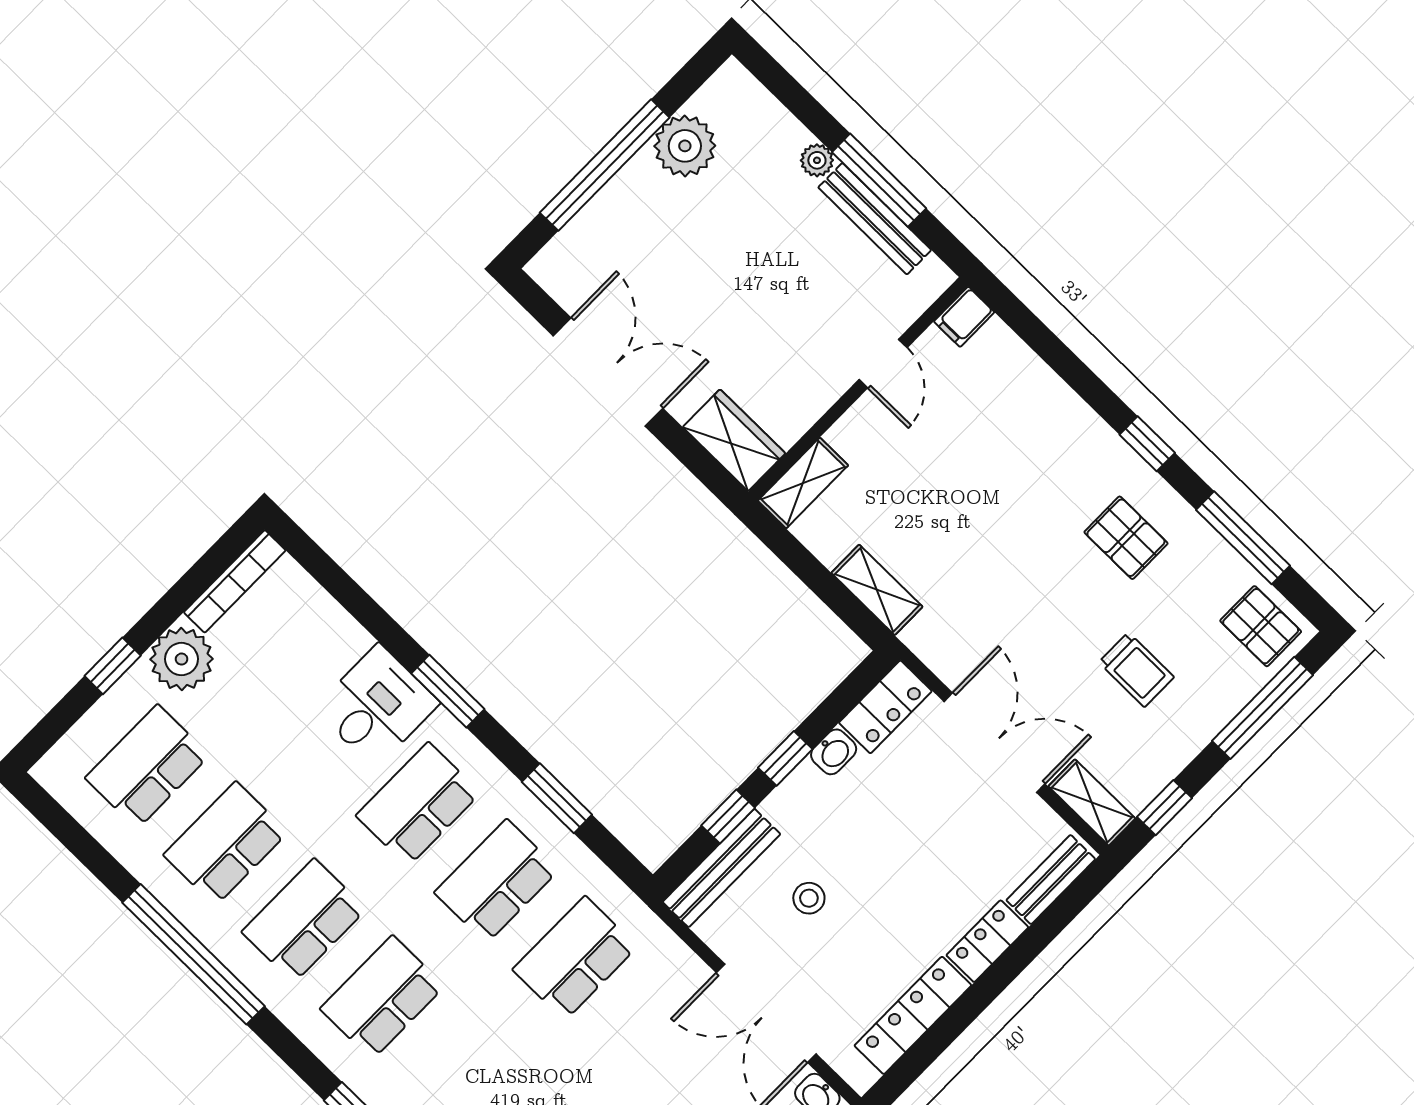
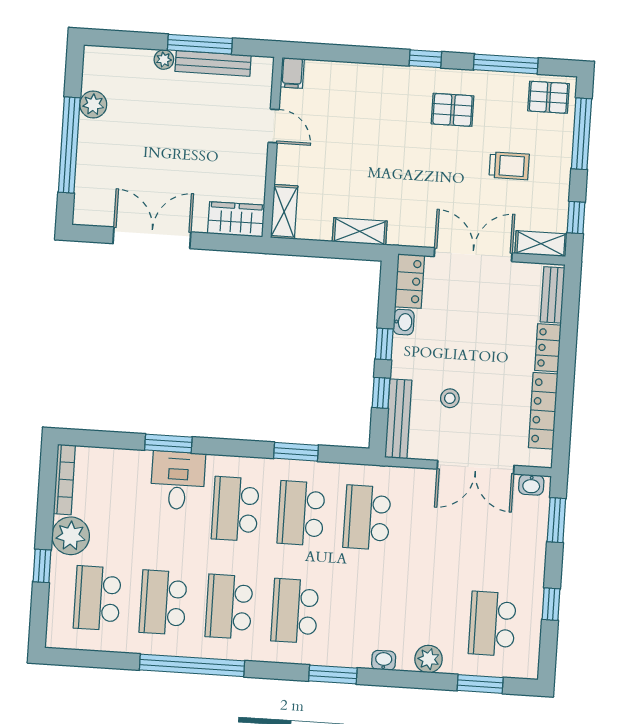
plant: (685, 146) -> (93, 105), width x0.73, depth x0.73
window: (448, 691) -> (168, 443), moved

